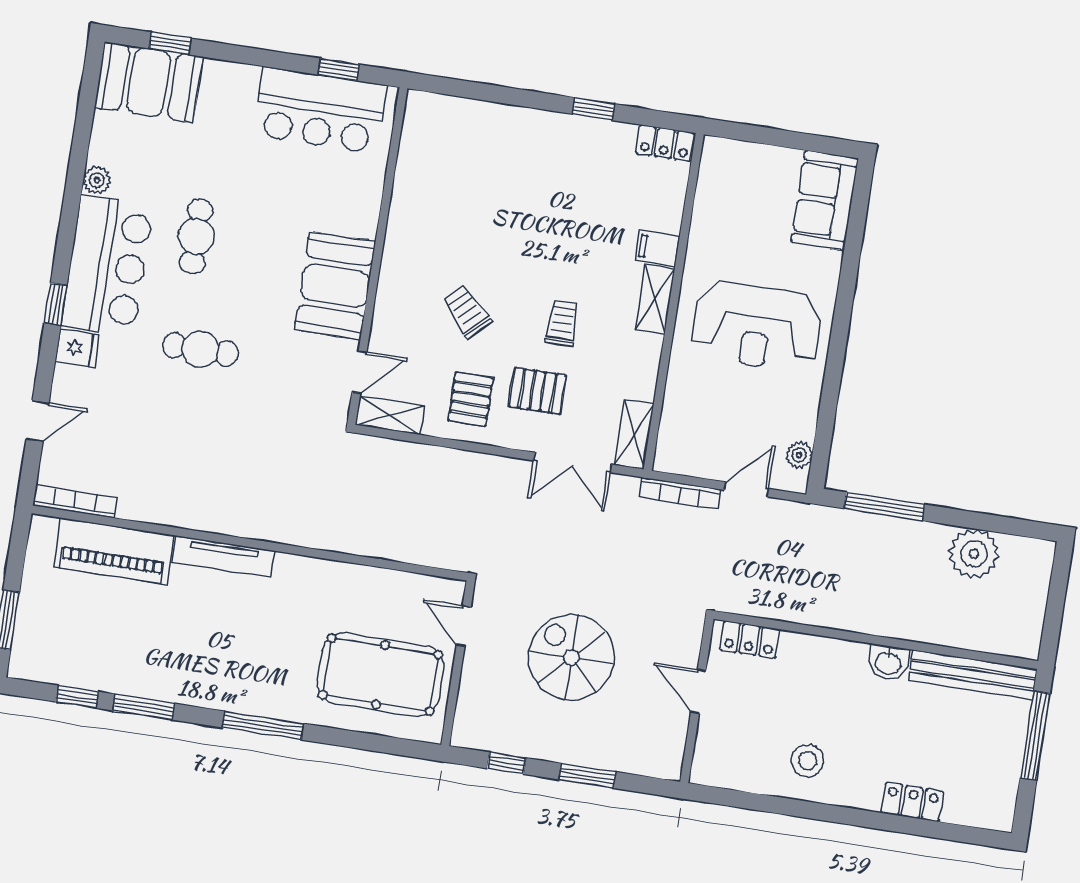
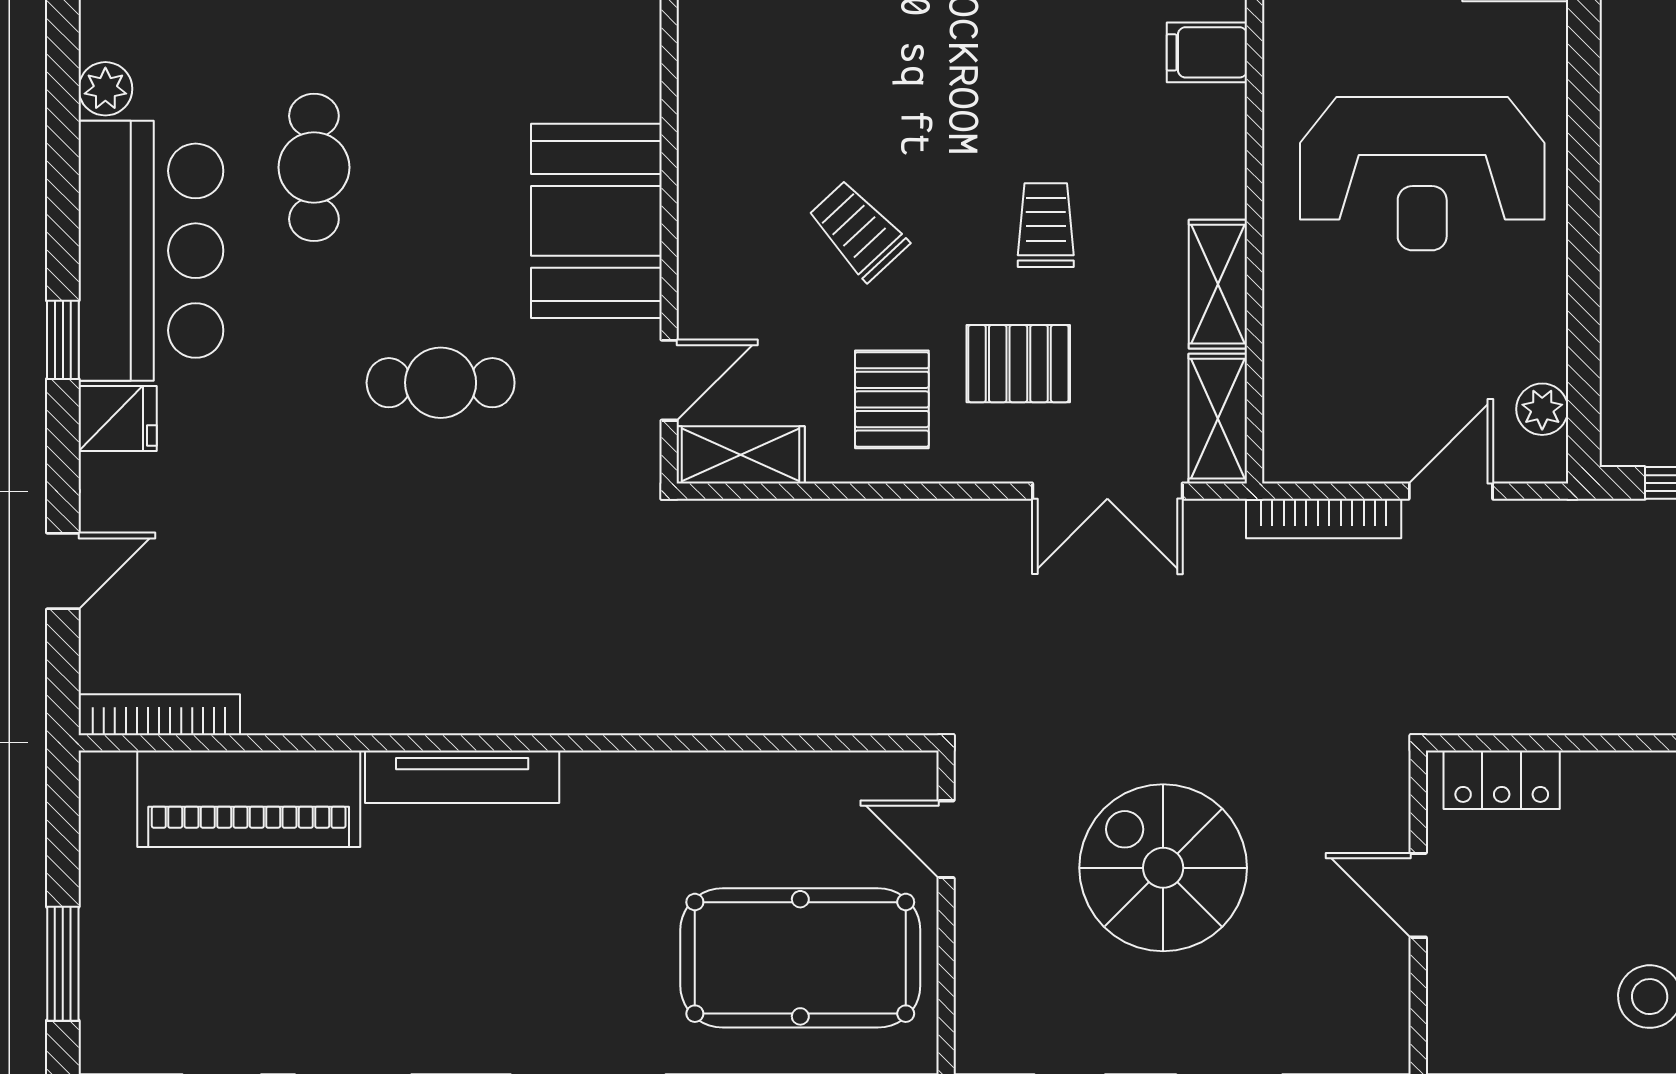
shelving: (655, 299) -> (1218, 284), moved
cafe table: (200, 349) -> (441, 383), moved

